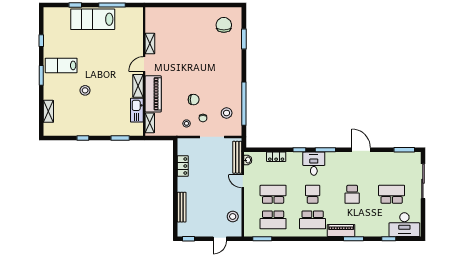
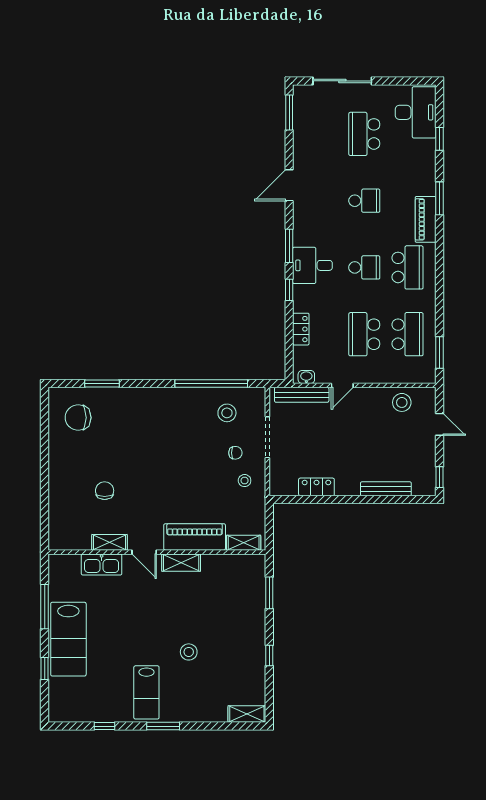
chair: (194, 100) -> (105, 491), moved
kitchen sink: (137, 110) -> (102, 565), moved
shelving: (48, 111) -> (247, 714), moved
school desk: (313, 194) -> (364, 267), turned 180

